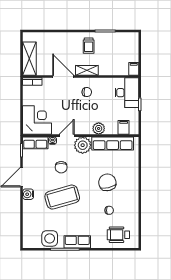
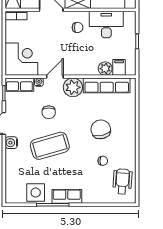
desk: (127, 93) -> (106, 25), moved, turned -90
plant: (99, 128) -> (105, 69), moved
wheelchair: (118, 235) -> (122, 181), moved, turned 94

